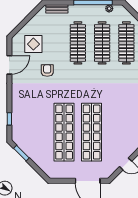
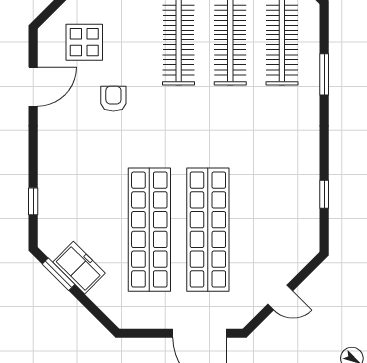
freezer: (31, 150) -> (79, 268), added

